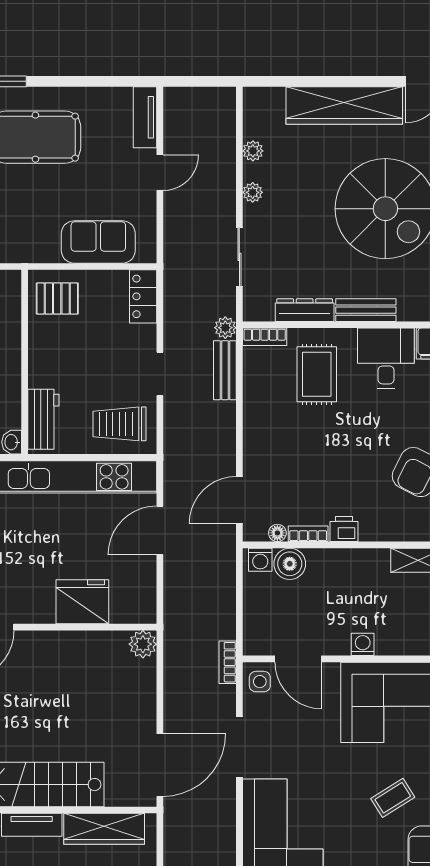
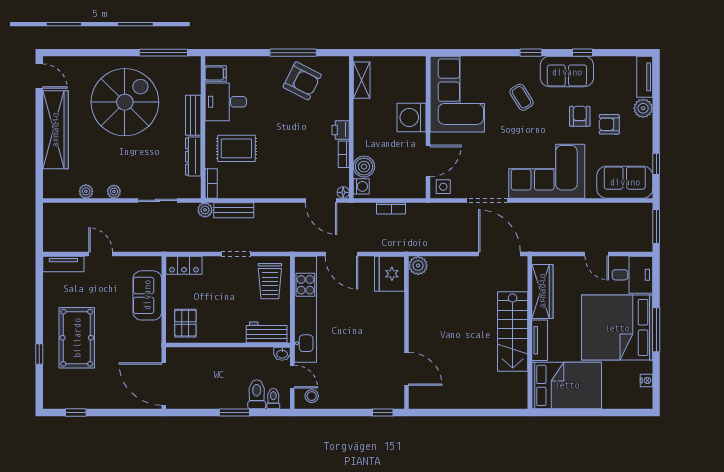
floor lamp: (277, 533) -> (343, 192), moved
fridge: (82, 602) -> (390, 274), moved
washing machine: (363, 644) -> (412, 117), width x1.89, depth x1.89
bookcase: (228, 662) -> (391, 208), moved

